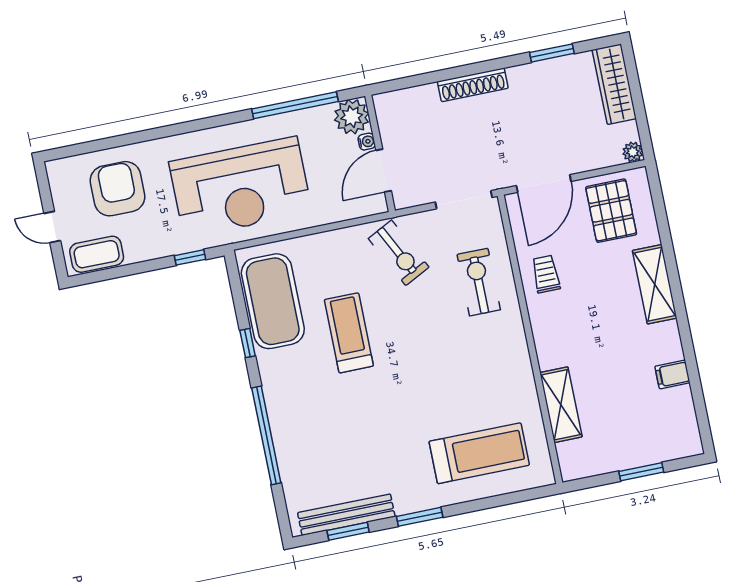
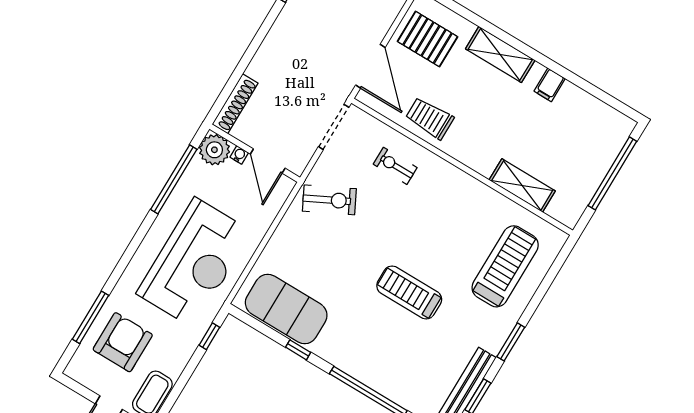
shoe rack: (473, 85) -> (235, 104), moved
window: (114, 142) -> (91, 317), added
armchair: (118, 189) -> (123, 342), turned 90
trolley: (546, 274) -> (430, 118), width x1.36, depth x1.39
exercise bike: (479, 282) -> (395, 166), width x0.73, depth x0.72
treadmill: (349, 333) -> (409, 292), moved
filing cabinet: (672, 374) -> (550, 85), moved
window: (641, 472) -> (612, 173), width x2.11

